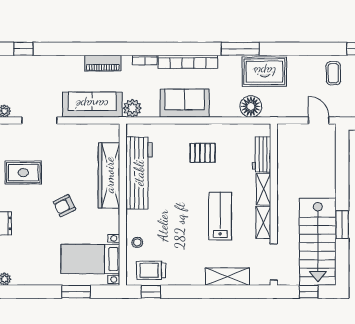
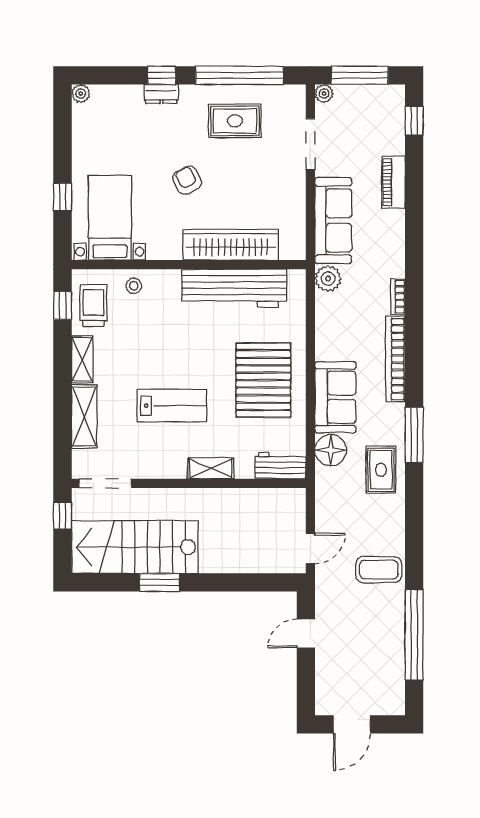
piano: (103, 63) -> (393, 182), moved
rug: (264, 72) -> (381, 470), width x0.73, depth x0.70
coffee table: (333, 73) -> (379, 570), width x1.36, depth x1.30
sofa: (185, 103) -> (335, 397), moved
pallet: (203, 153) -> (263, 380), width x2.05, depth x2.00
workbench: (261, 154) -> (280, 466), moved
rug: (23, 173) -> (235, 121), turned 90
shelving: (263, 222) -> (82, 359), moved, turned 90
window: (76, 292) -> (63, 197), width x0.67
window: (309, 292) -> (63, 516), moved

